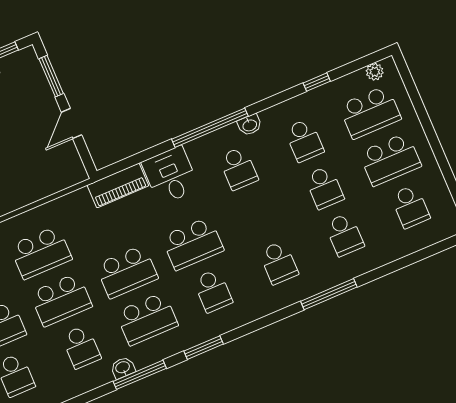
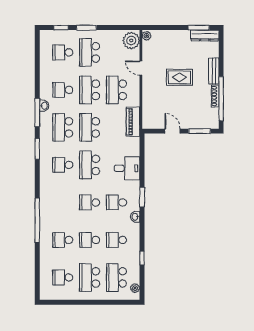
window: (210, 128) -> (142, 197), width x0.47
piano: (118, 185) -> (133, 122), moved
school desk: (279, 263) -> (90, 202), moved
window: (329, 294) -> (37, 220), width x1.46

